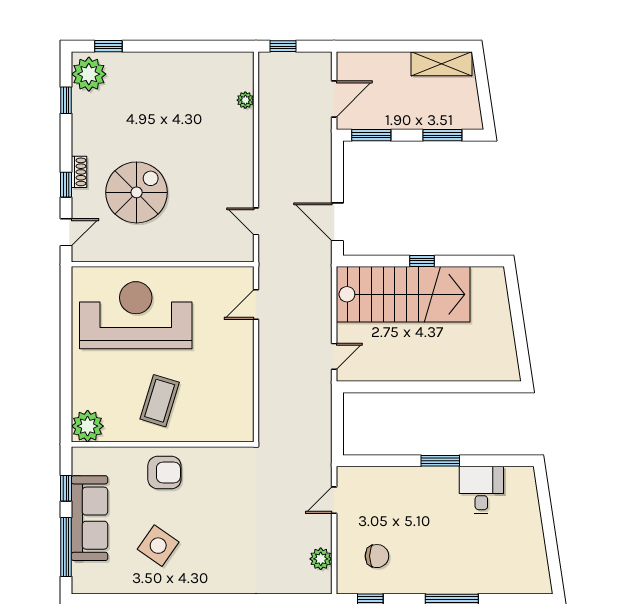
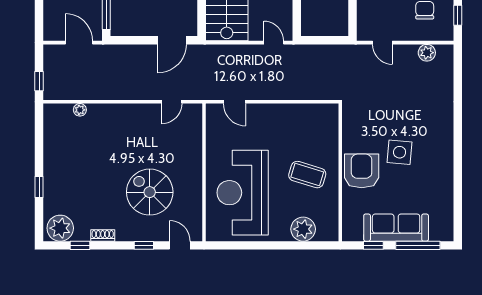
window: (108, 46) -> (39, 187), moved
shoe rack: (79, 172) -> (103, 236), moved
plant: (88, 426) -> (303, 229), moved
armchair: (164, 473) -> (362, 171), width x1.36, depth x1.36
side table: (158, 546) -> (400, 152), moved, turned -30

